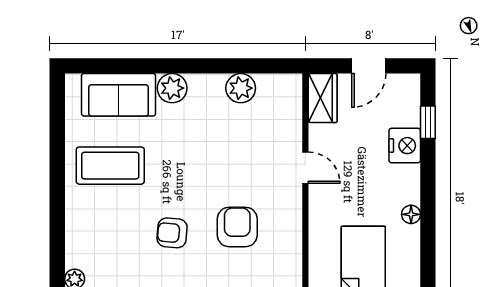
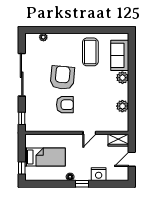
door: (369, 66) -> (132, 159), hinge flipped
window: (428, 122) -> (82, 184), moved
armchair: (172, 233) -> (62, 78), width x1.88, depth x1.88

